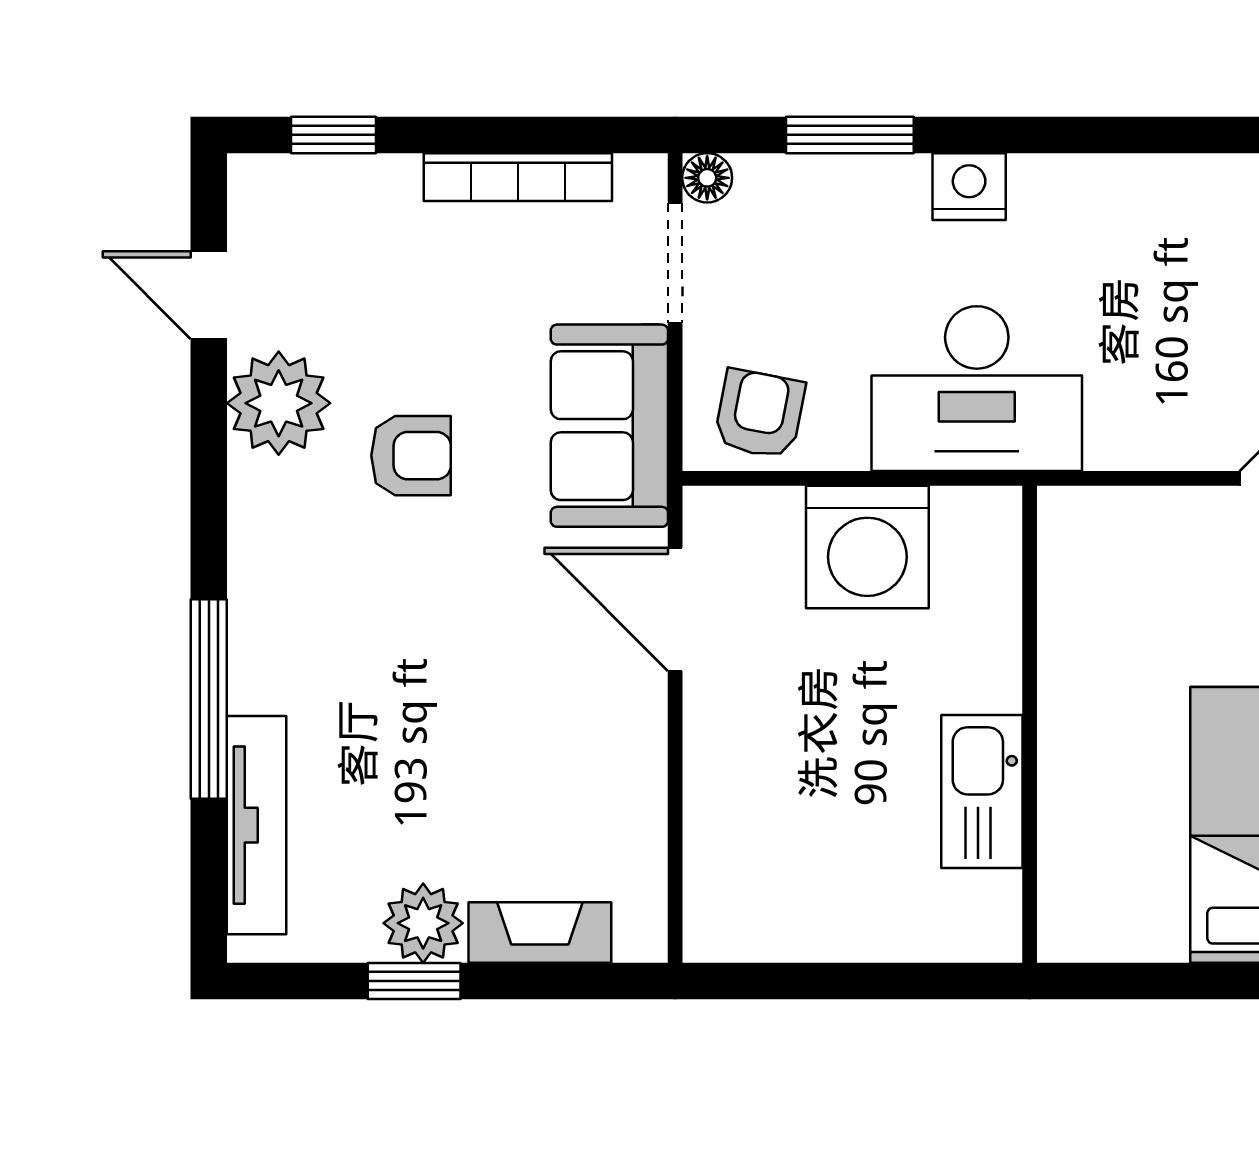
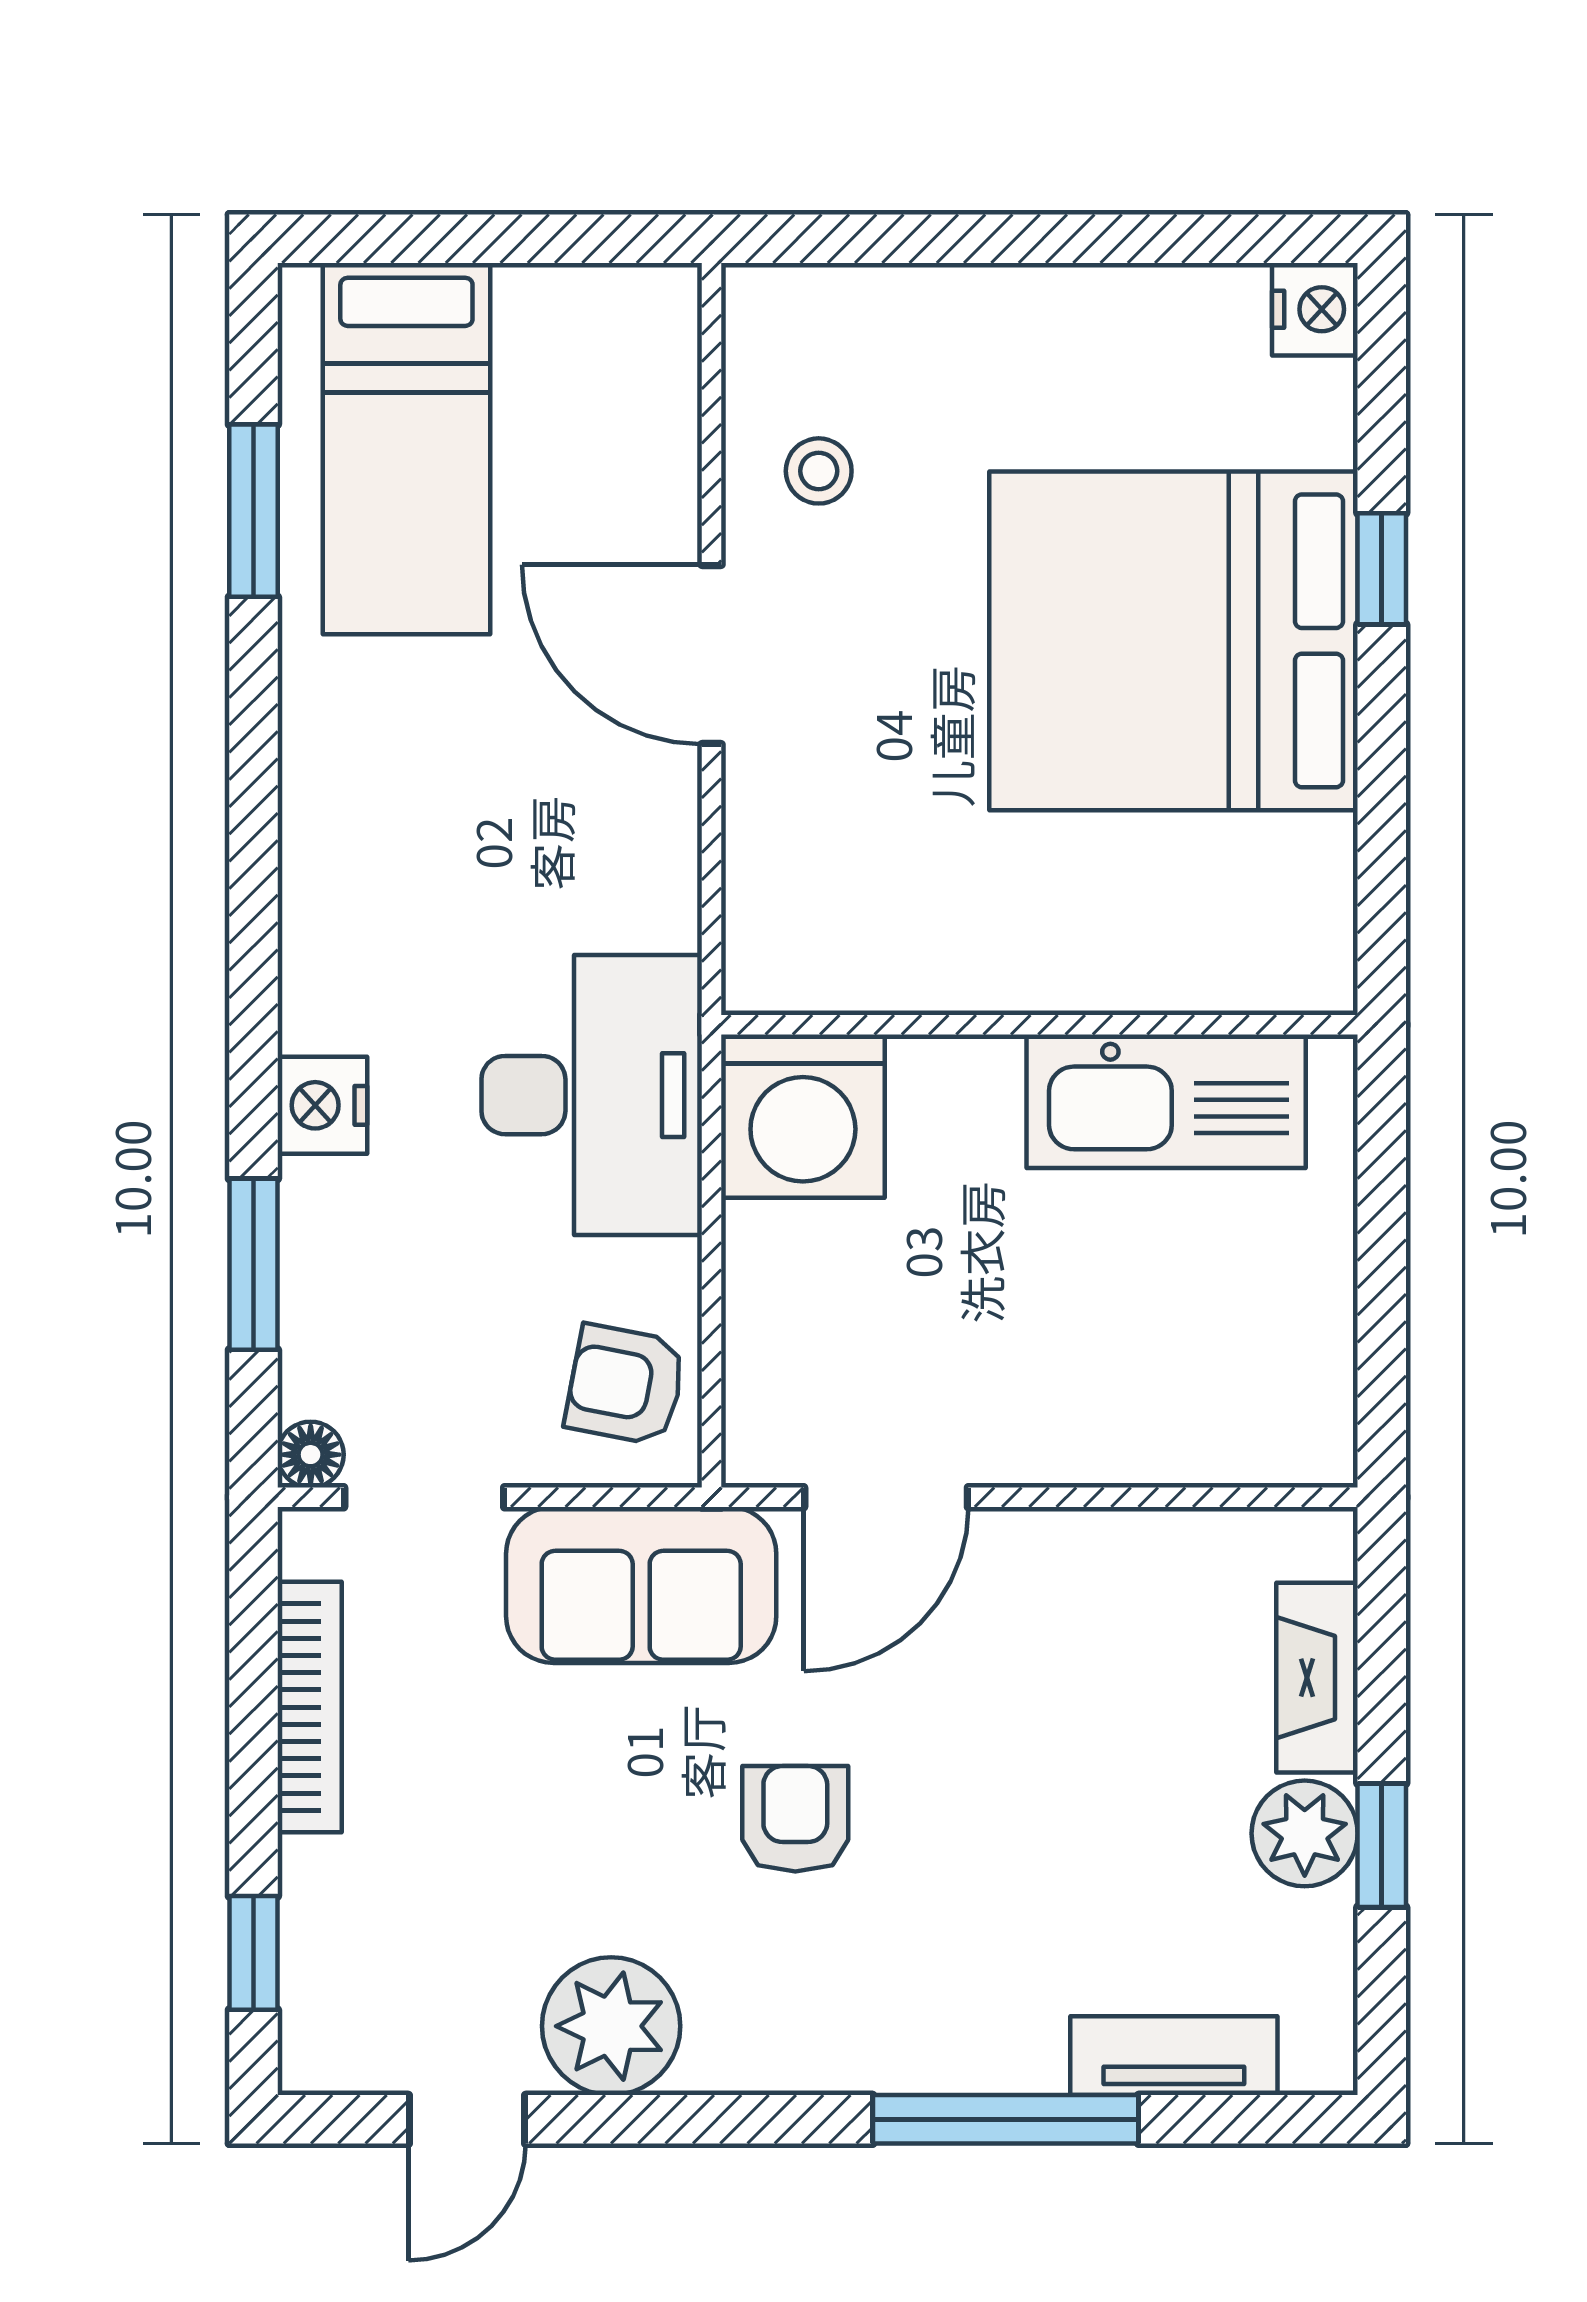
armchair: (411, 456) -> (795, 1819), moved
washing machine: (867, 547) -> (803, 1116), moved, turned 90
kitchen sink: (982, 791) -> (1166, 1101), width x1.36, depth x1.24
tv unit: (256, 825) -> (1174, 2056), width x0.71

